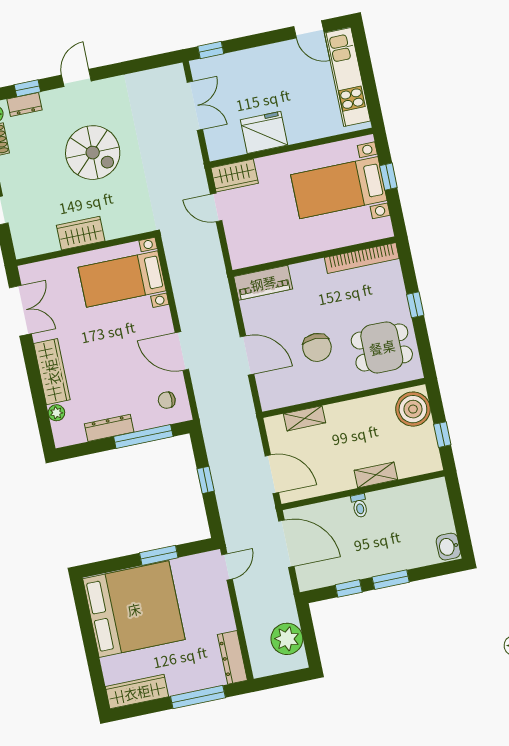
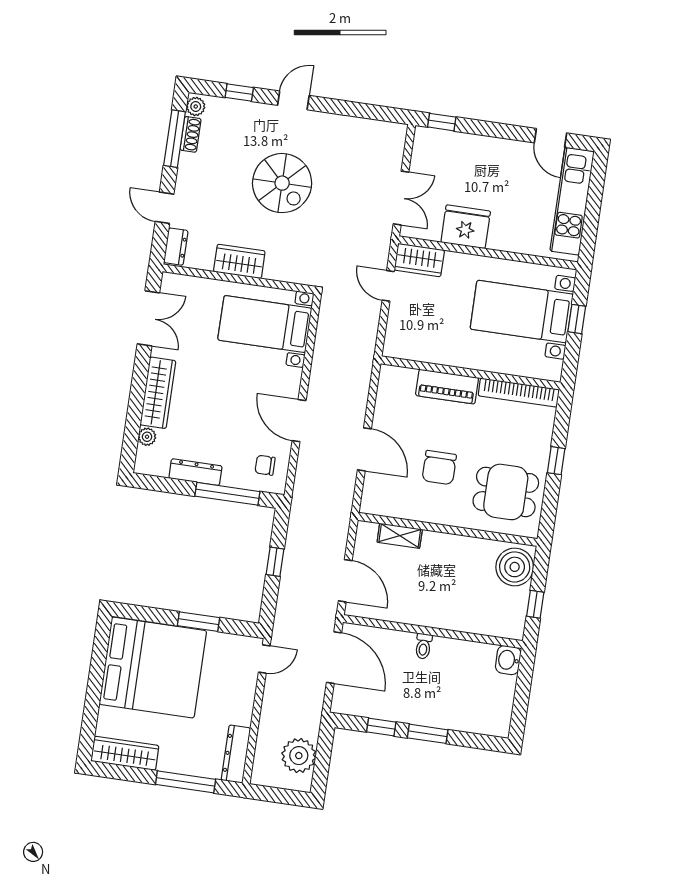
dresser: (24, 105) -> (176, 247), moved, turned -90
double door: (195, 106) -> (401, 198), moved
piano: (263, 283) -> (447, 387), moved
shelving: (376, 475) -> (452, 621), removed
washbasin: (448, 547) -> (508, 660), moved

